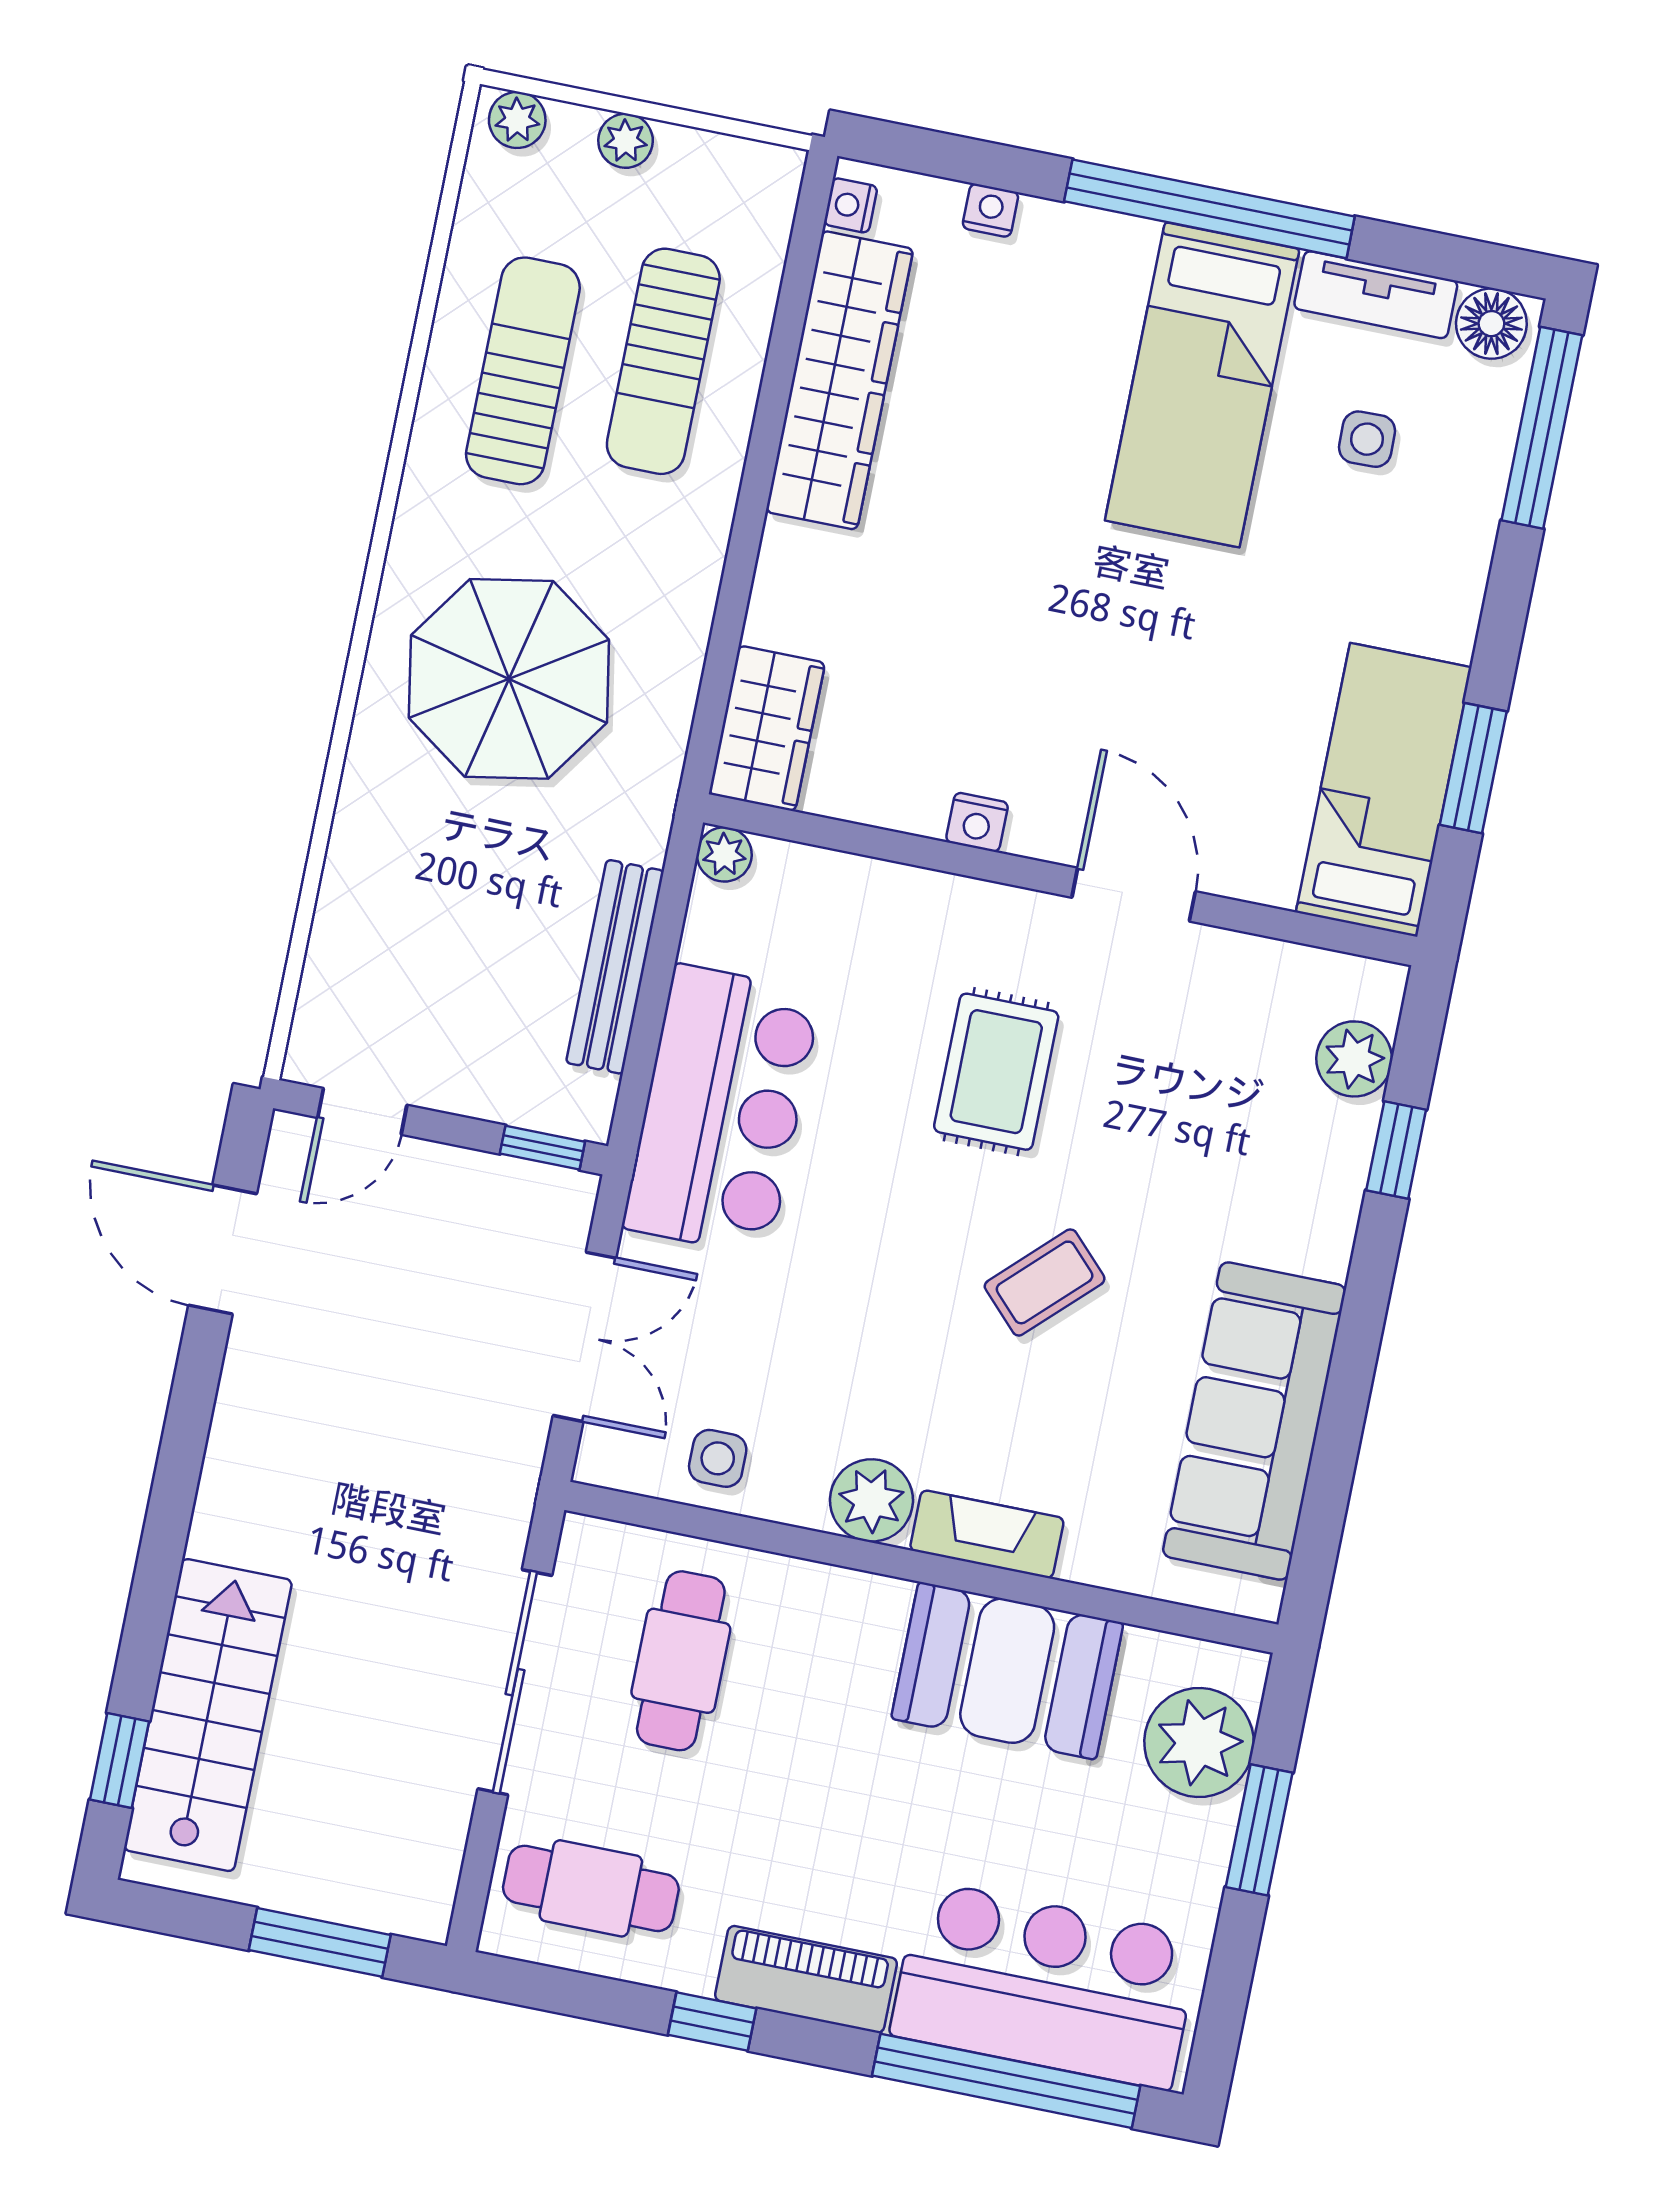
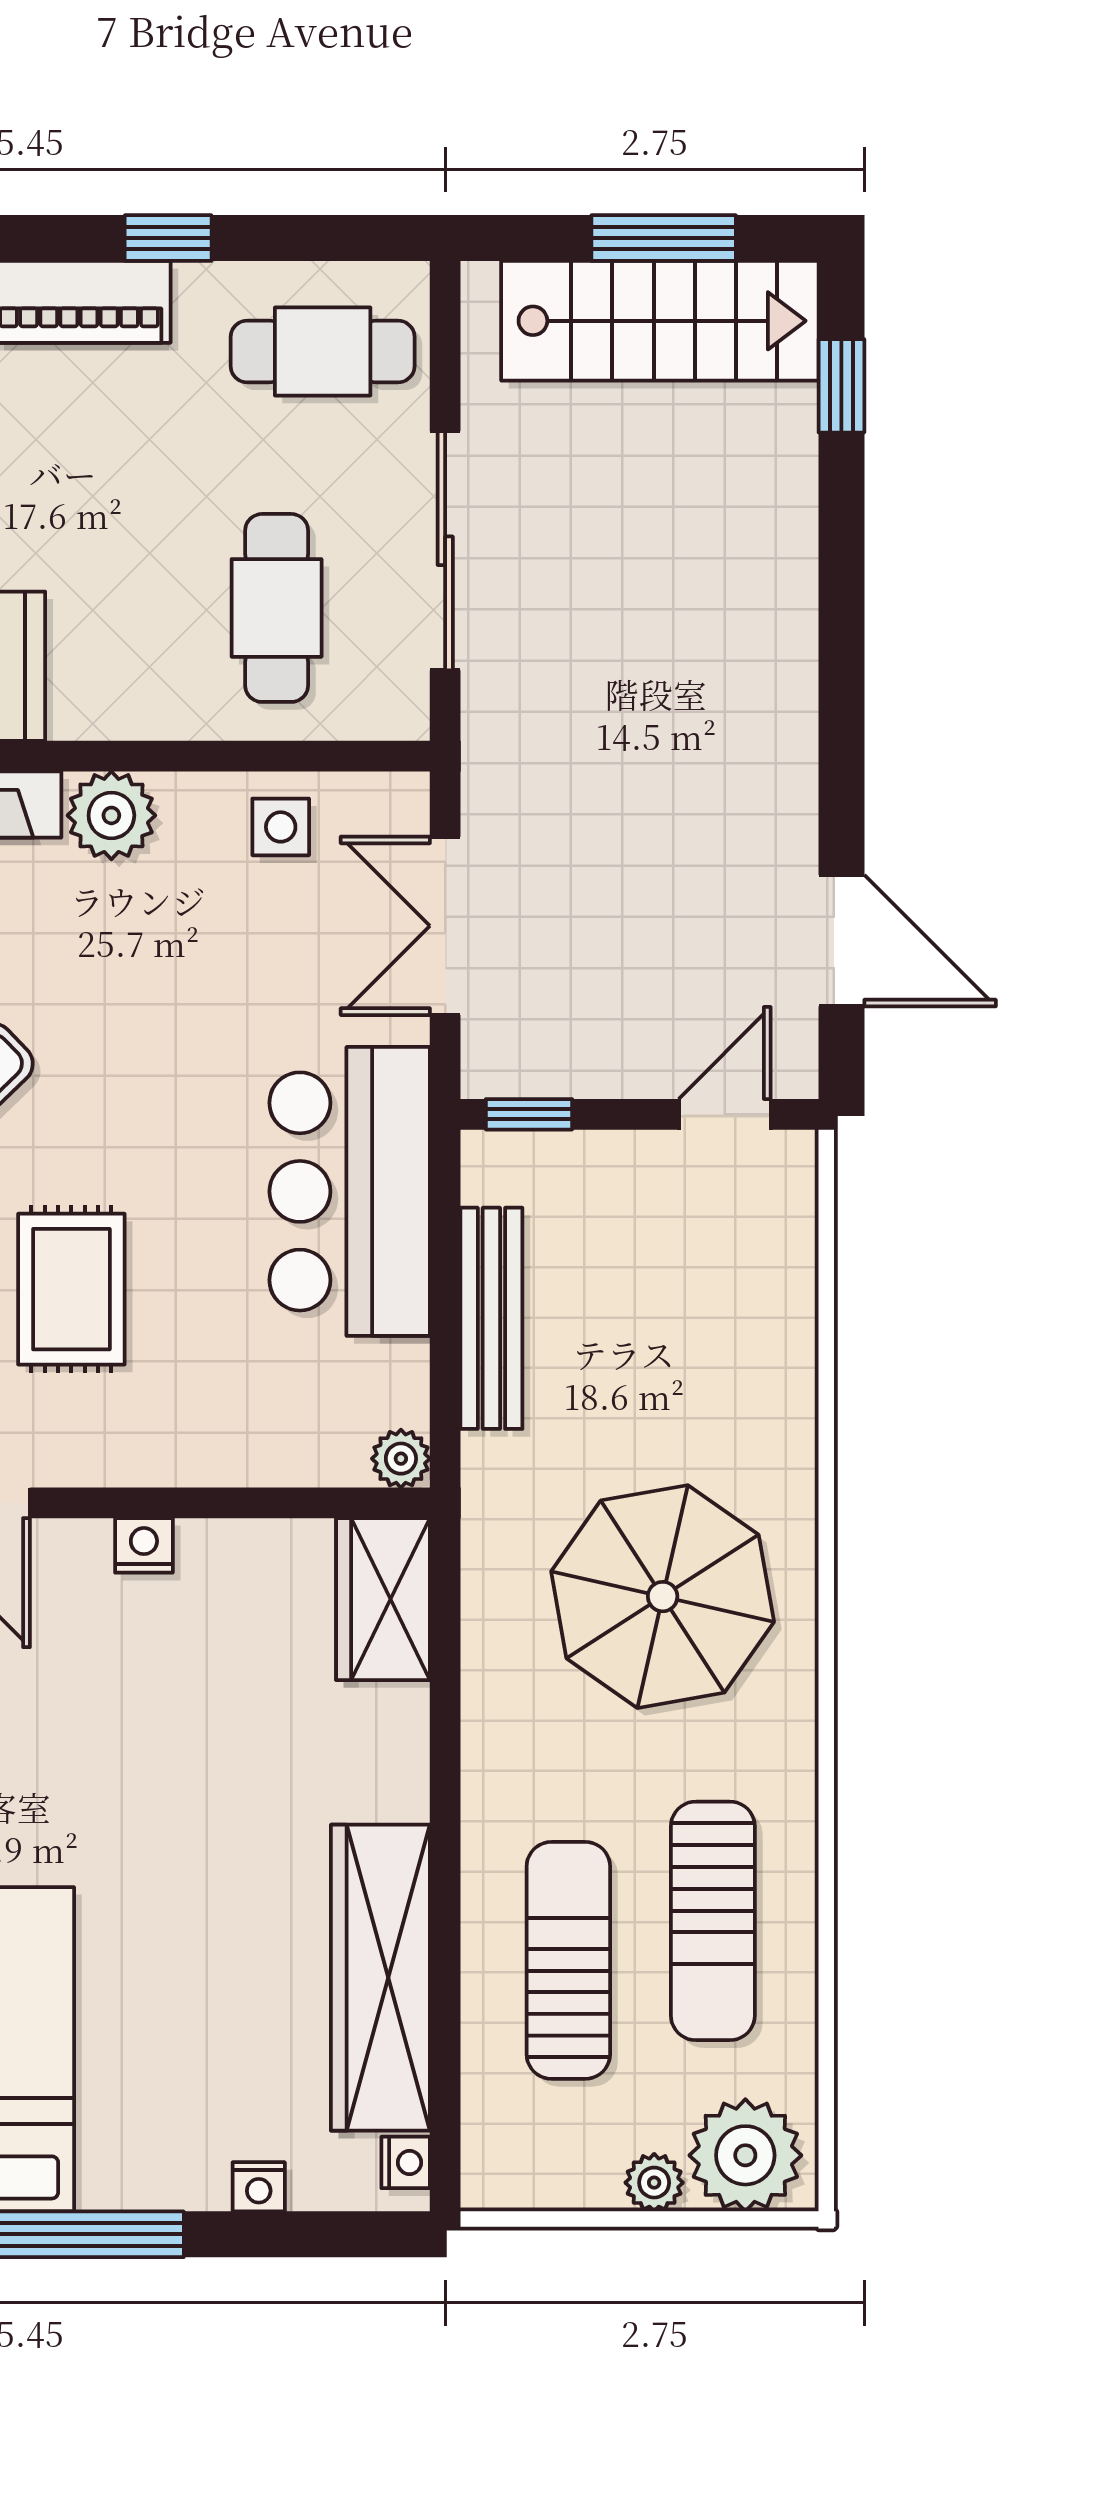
plant: (517, 120) -> (745, 2155), width x1.88, depth x1.88
stairs: (208, 1715) -> (660, 321), moved, turned -90
window: (320, 1942) -> (664, 238), moved

